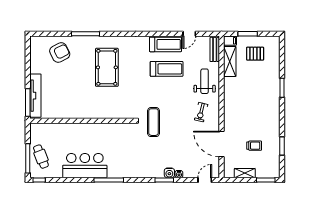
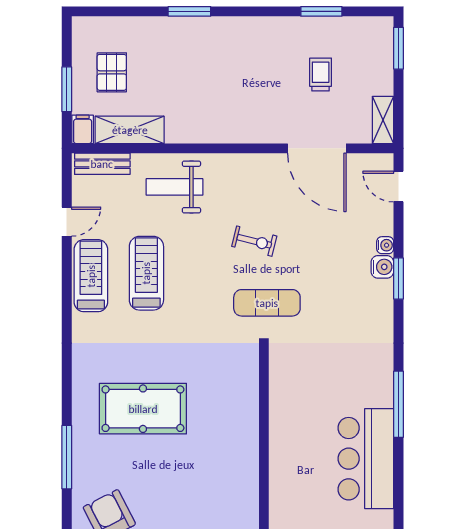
door: (189, 34) -> (67, 222), hinge flipped
exercise bike: (201, 112) -> (254, 241), moved
door: (222, 144) -> (317, 148), hinge flipped
shelving: (245, 173) -> (383, 120), moved

